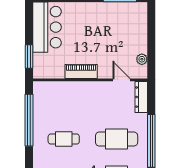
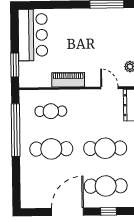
cafe table: (64, 102) -> (51, 111), added
cafe table: (64, 139) -> (51, 149), width x1.37, depth x1.35

